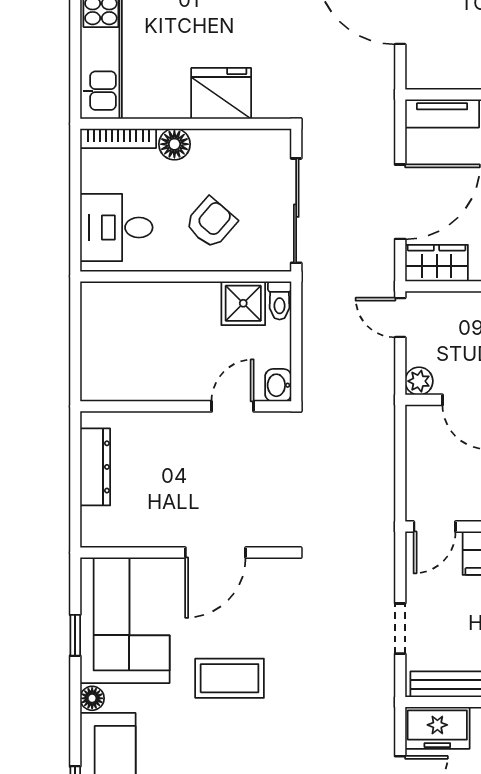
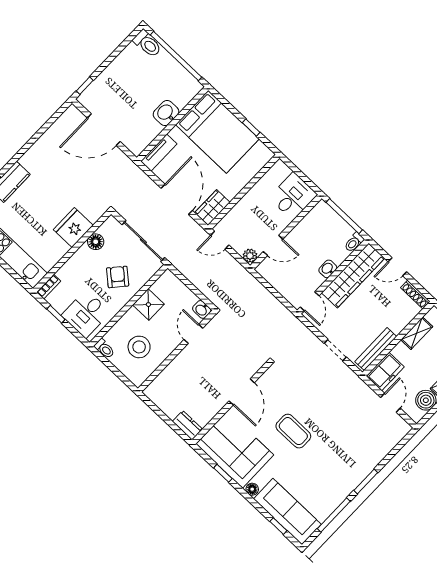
bookcase: (118, 138) -> (49, 287), width x0.64
floor lamp: (174, 144) -> (96, 242), moved
window: (75, 186) -> (56, 314), added
toilet: (280, 300) -> (104, 349), moved
shower: (243, 303) -> (148, 305), moved
stool: (141, 347) -> (139, 347), added
dresser: (95, 467) -> (187, 425), moved, width x0.70
coffee table: (230, 678) -> (293, 431), turned 90

